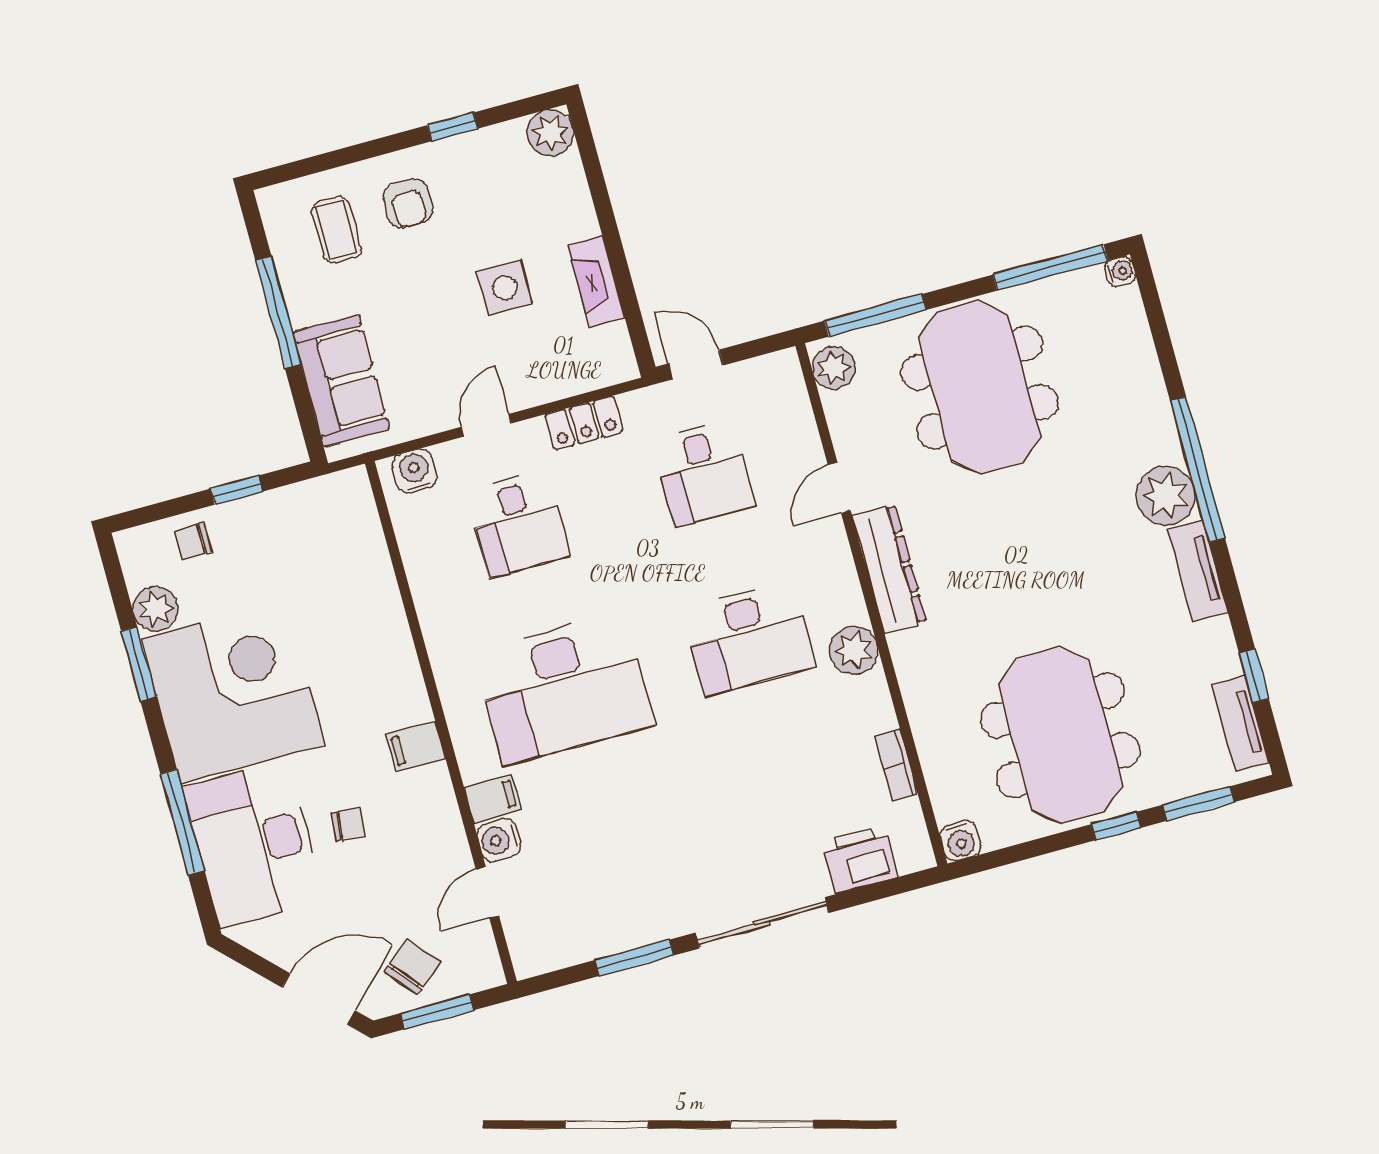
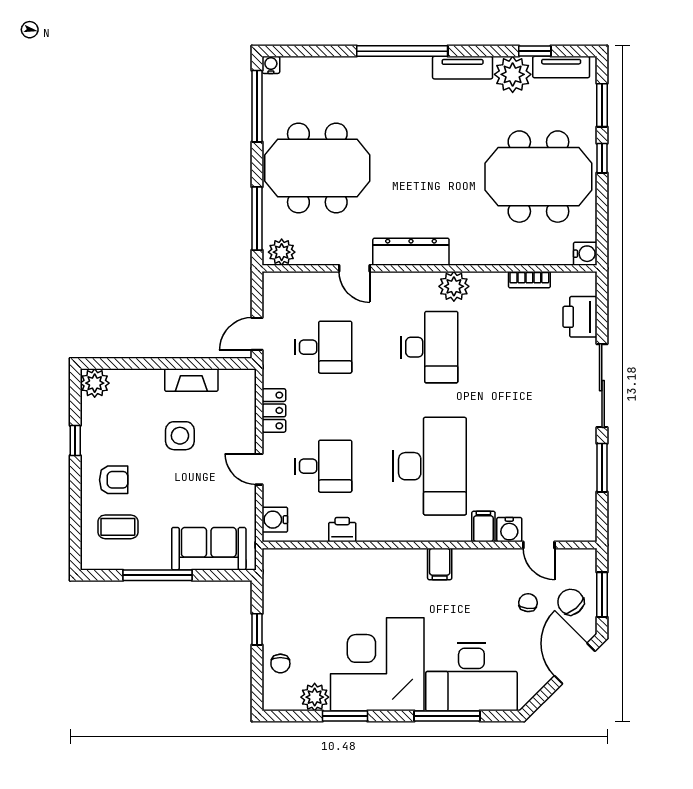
plant: (1166, 496) -> (513, 74), moved
printer: (428, 580) -> (342, 530), added
chair: (348, 825) -> (528, 603), moved

